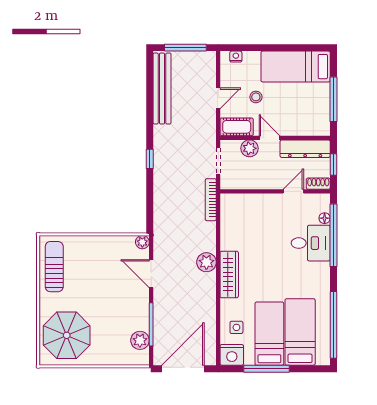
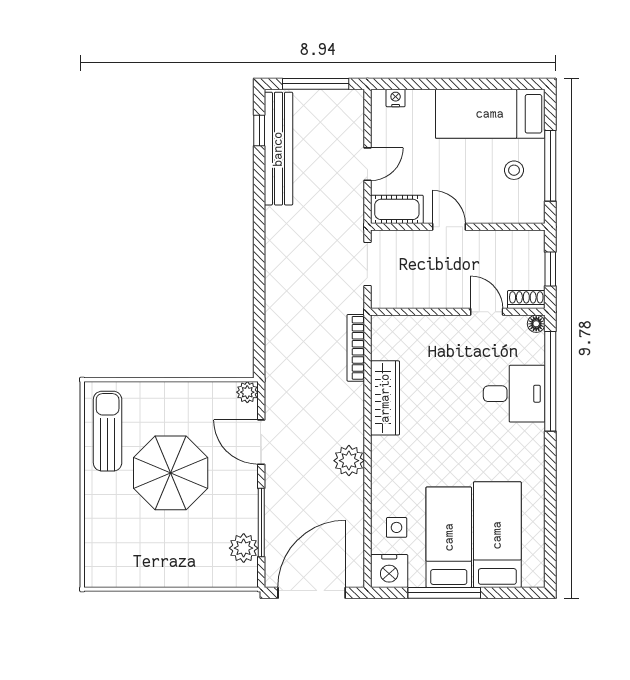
stool: (256, 97) -> (514, 170), moved
plant: (249, 148) -> (417, 244), removed
dresser: (305, 149) -> (505, 244), removed
window: (150, 159) -> (259, 130), moved
door: (293, 191) -> (487, 312), hinge flipped
bookcase: (211, 200) -> (356, 348), moved
floor lamp: (325, 218) -> (536, 324), moved
plant: (206, 262) -> (349, 461), moved
wardrobe: (229, 275) -> (385, 398), moved
window: (333, 325) -> (550, 523), removed
parasol: (67, 335) -> (171, 473), moved

